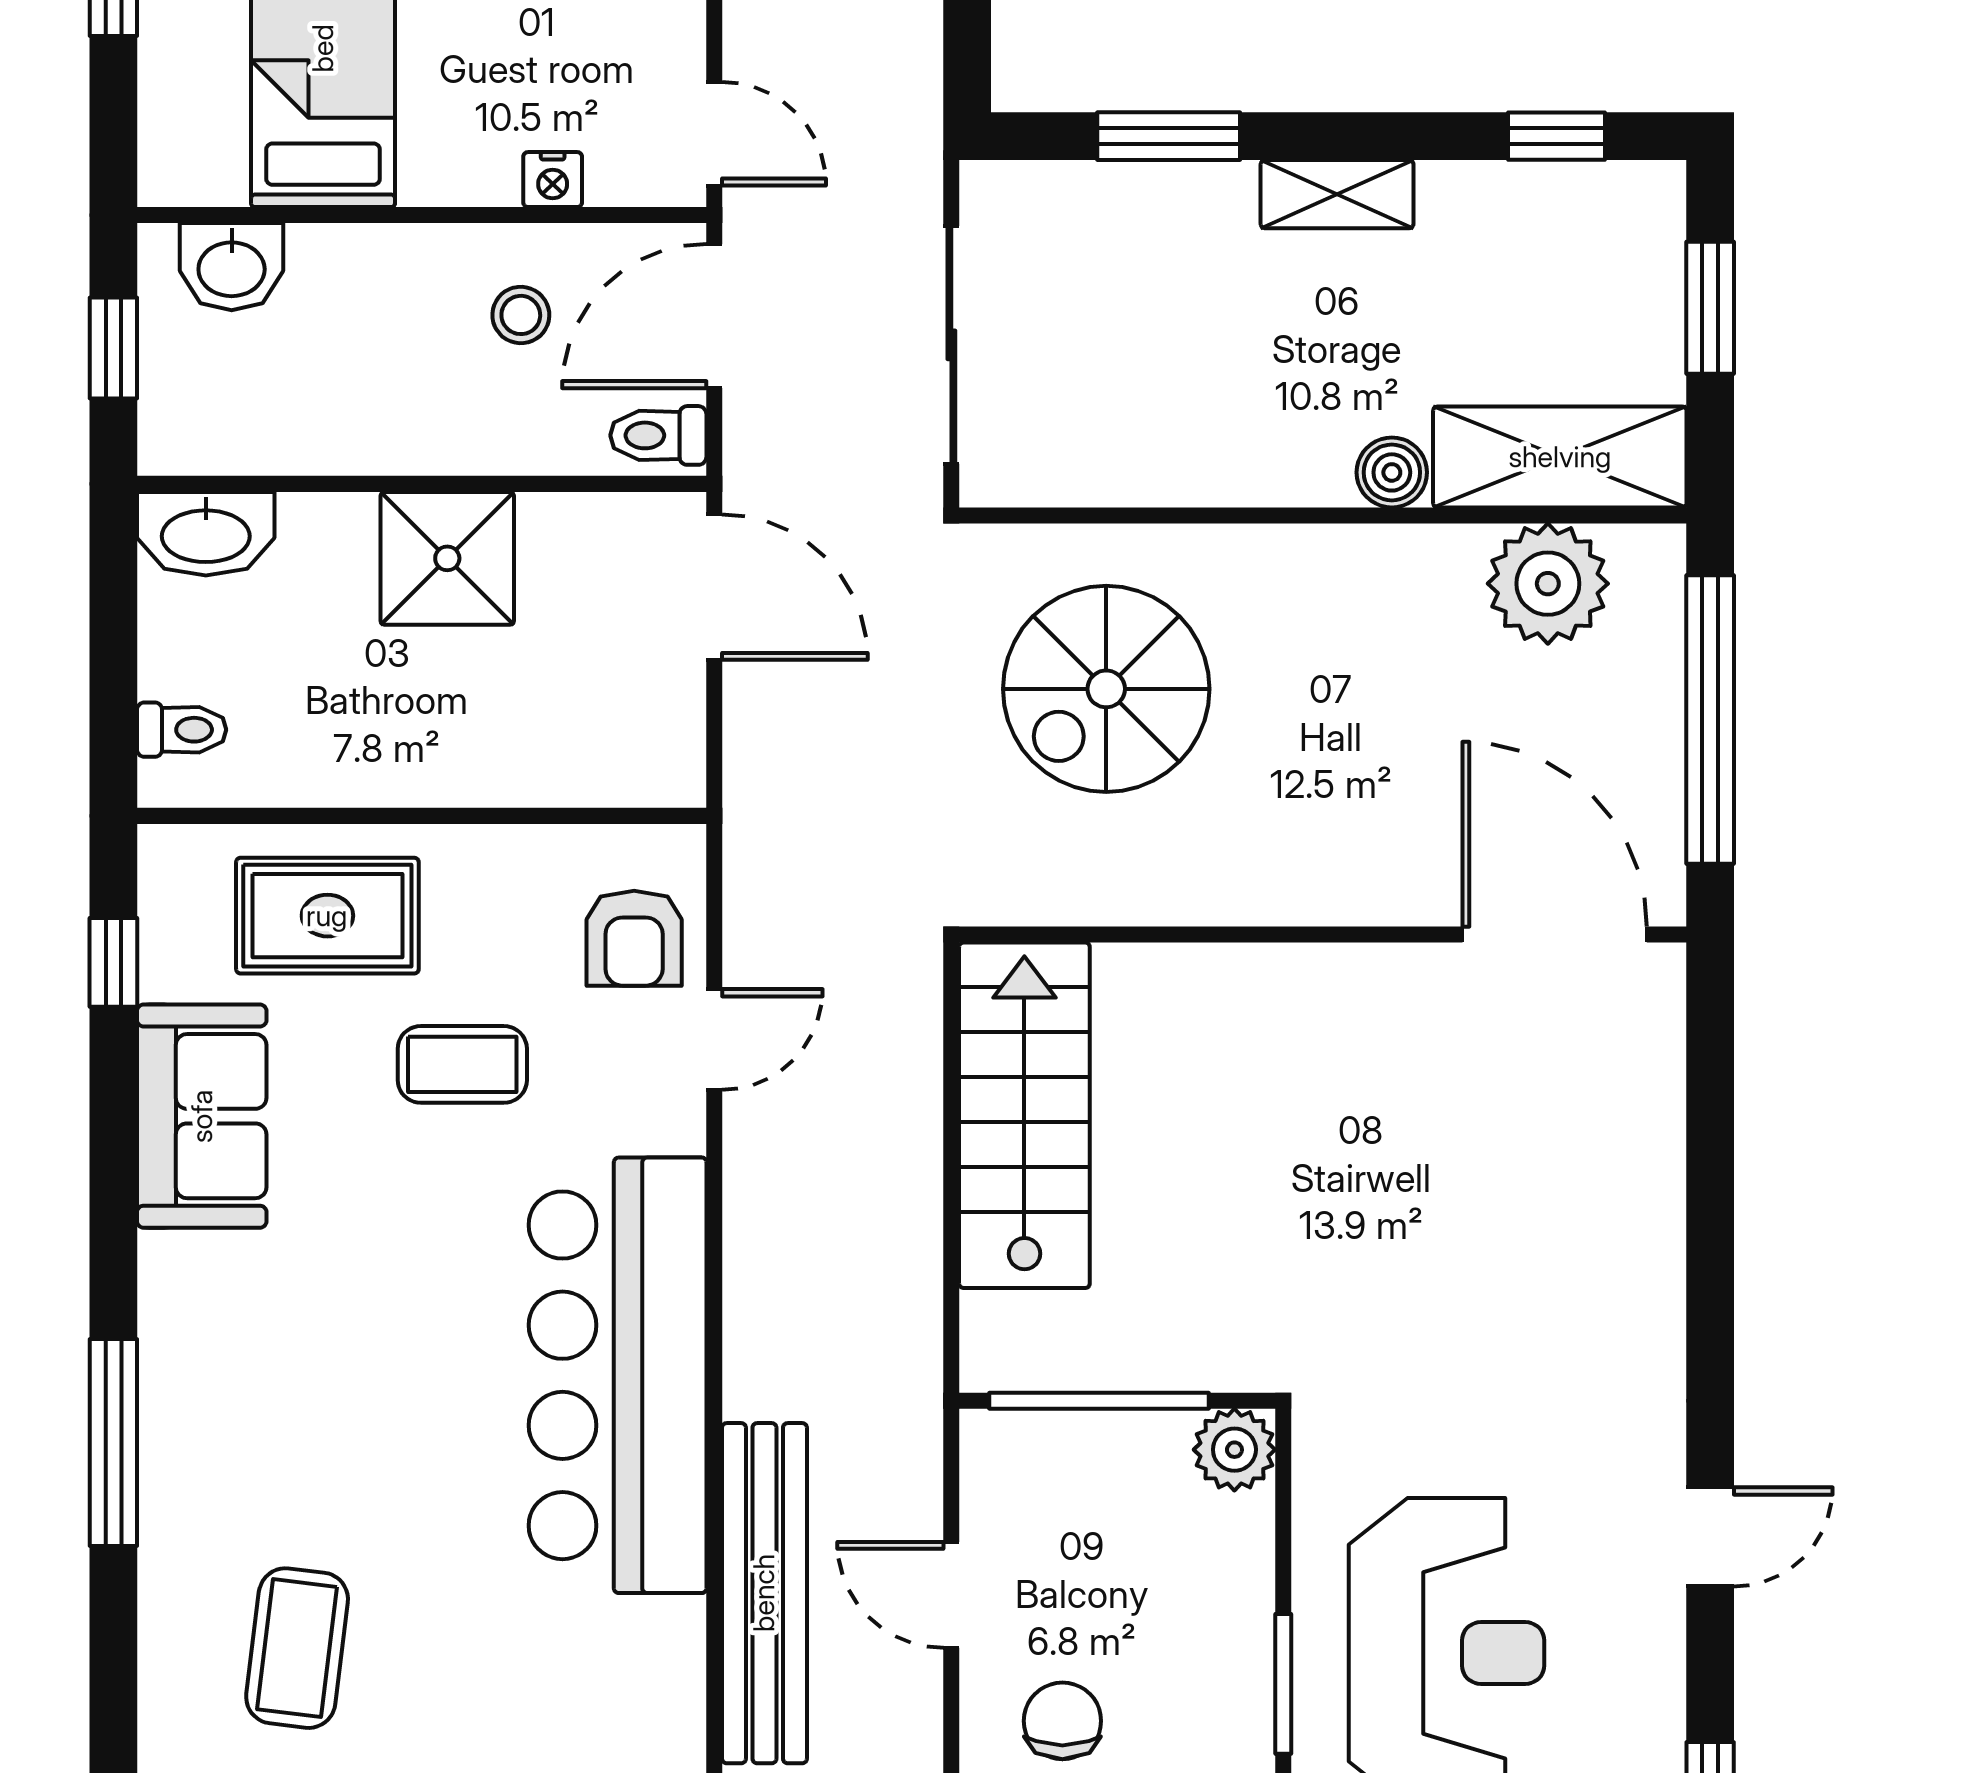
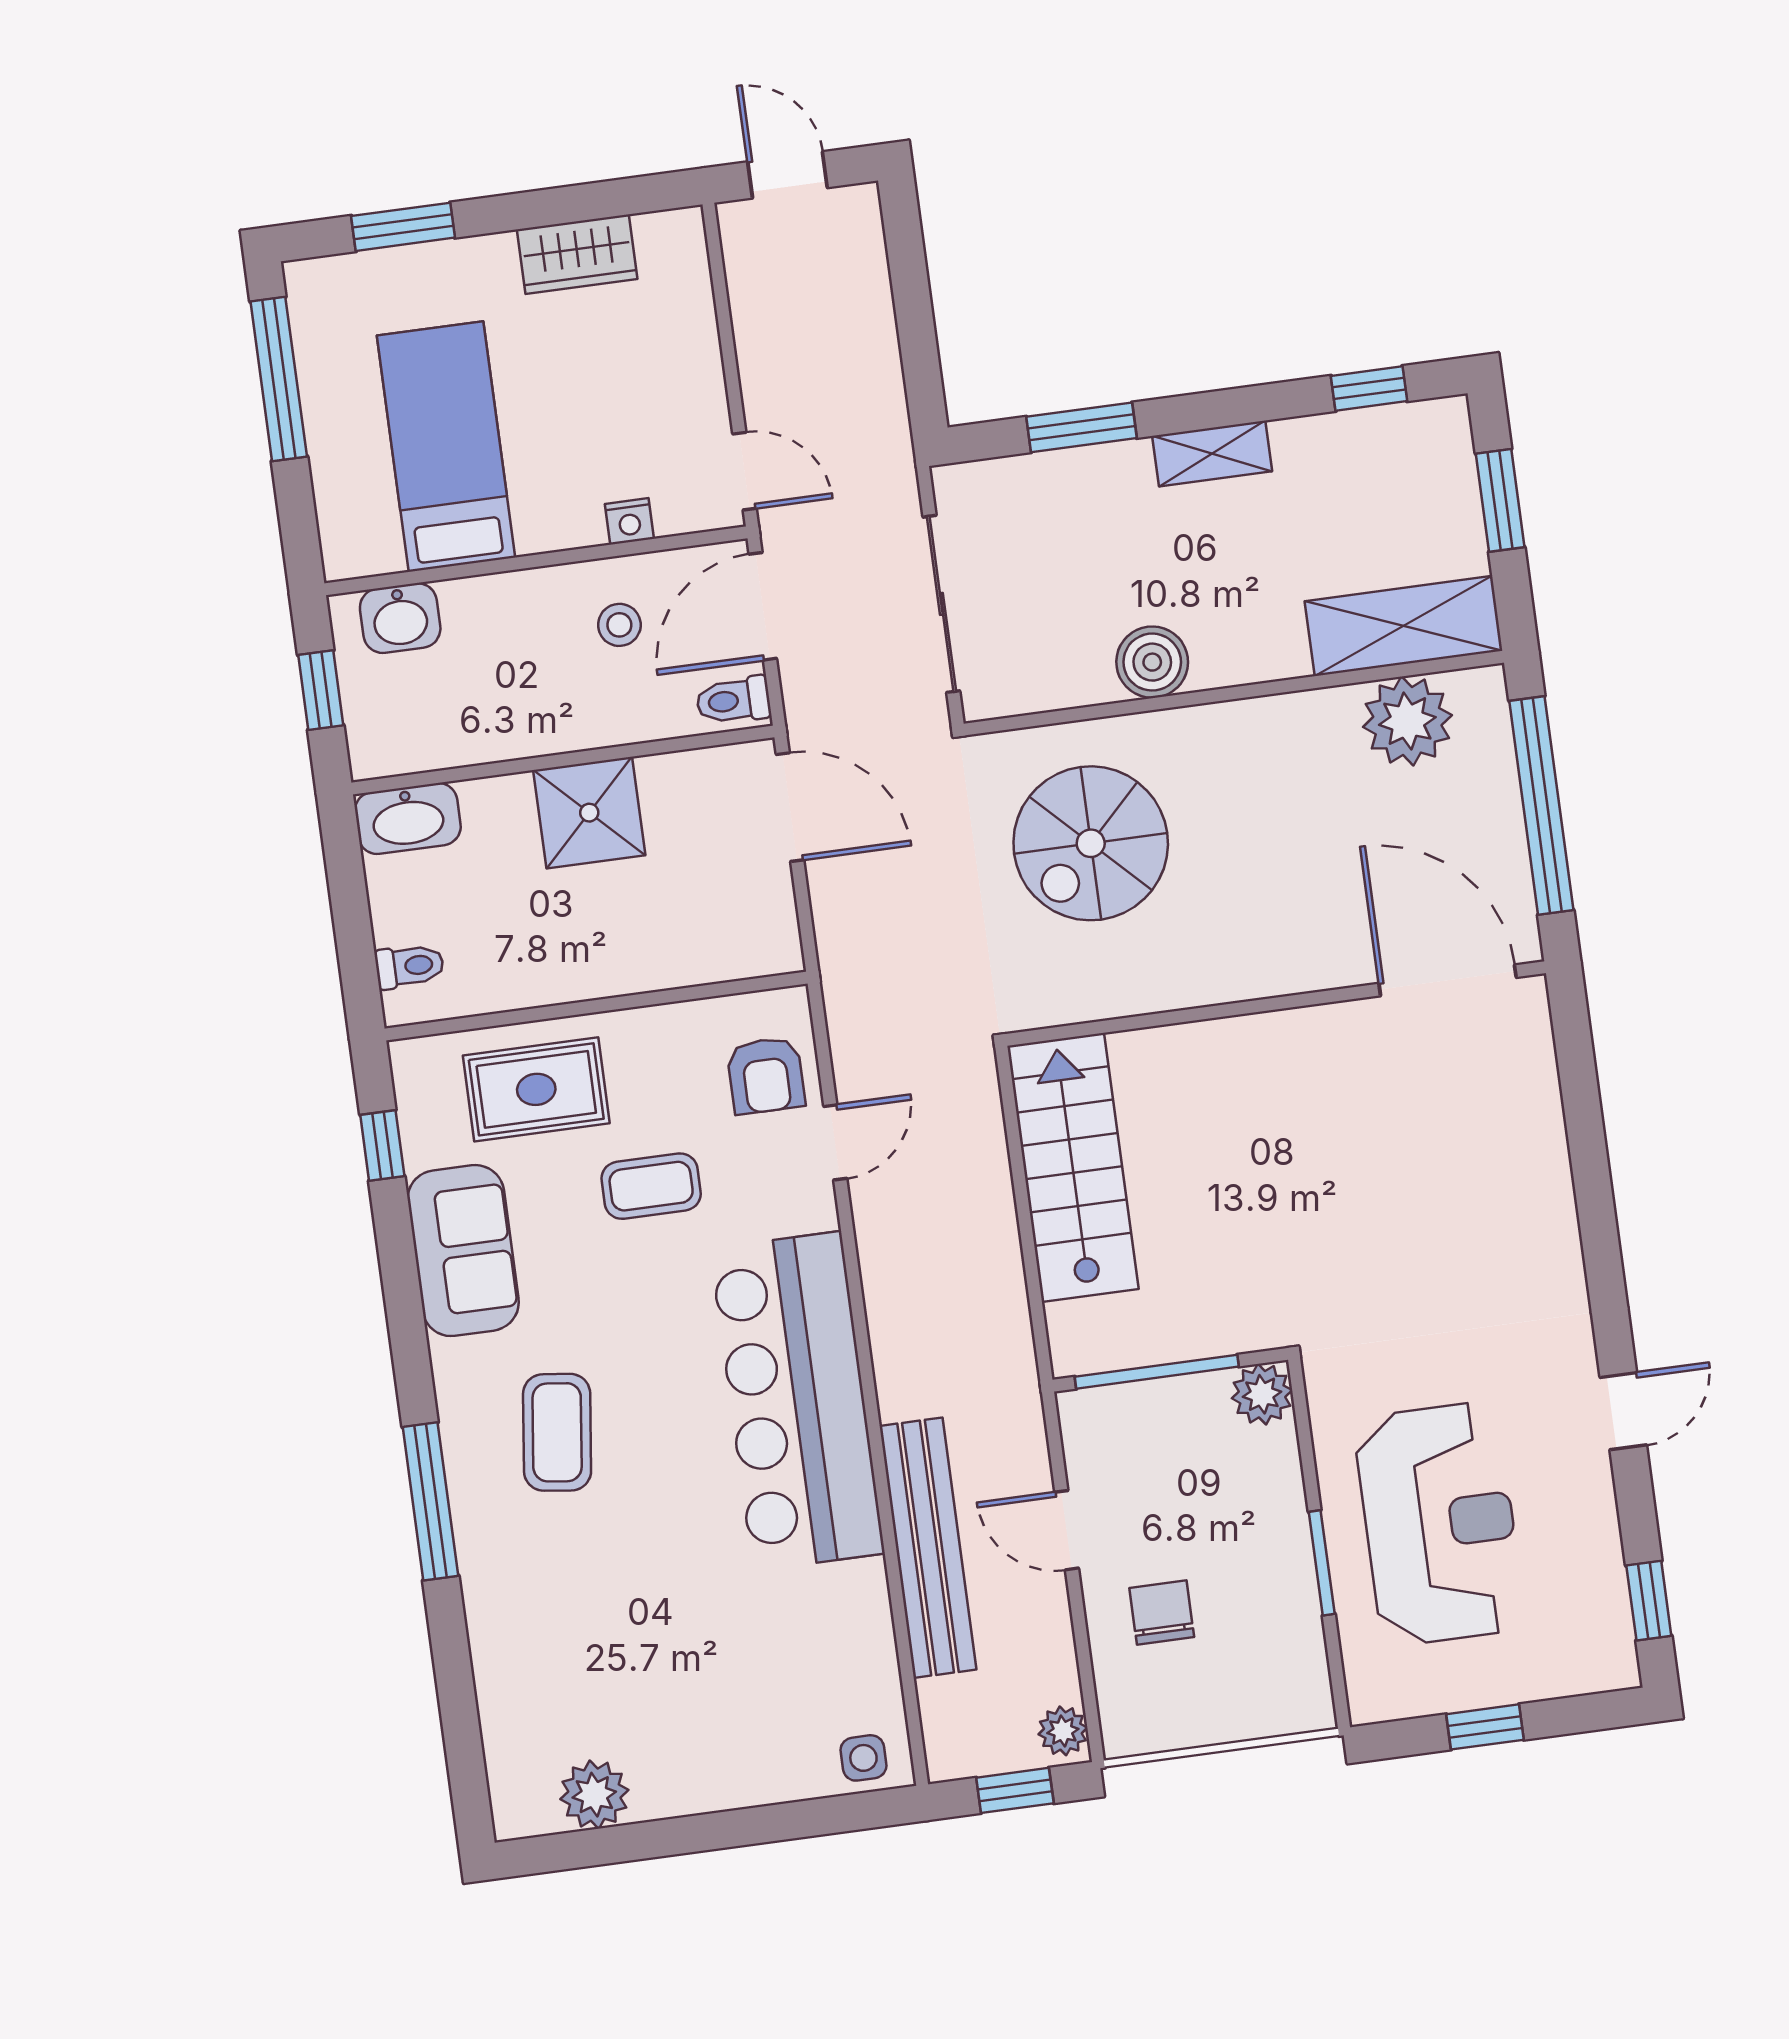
boiler: (1392, 472) -> (1152, 662), moved, width x1.36, depth x1.36
coffee table: (297, 1648) -> (557, 1432), moved

